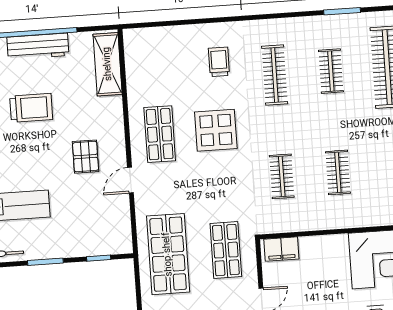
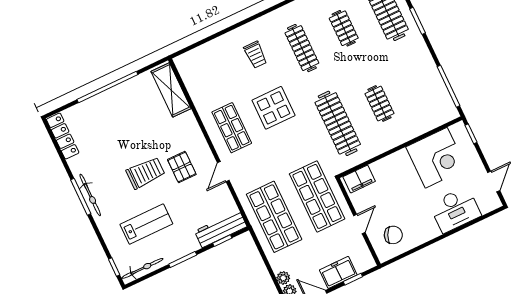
workbench: (38, 46) -> (221, 229), moved, turned 180
trolley: (219, 62) -> (255, 55), turned 180
trolley: (31, 108) -> (145, 173), moved
clothes rail: (282, 176) -> (338, 123), width x1.86, depth x1.31
shop shelf: (226, 250) -> (317, 196), width x1.43, depth x1.36

